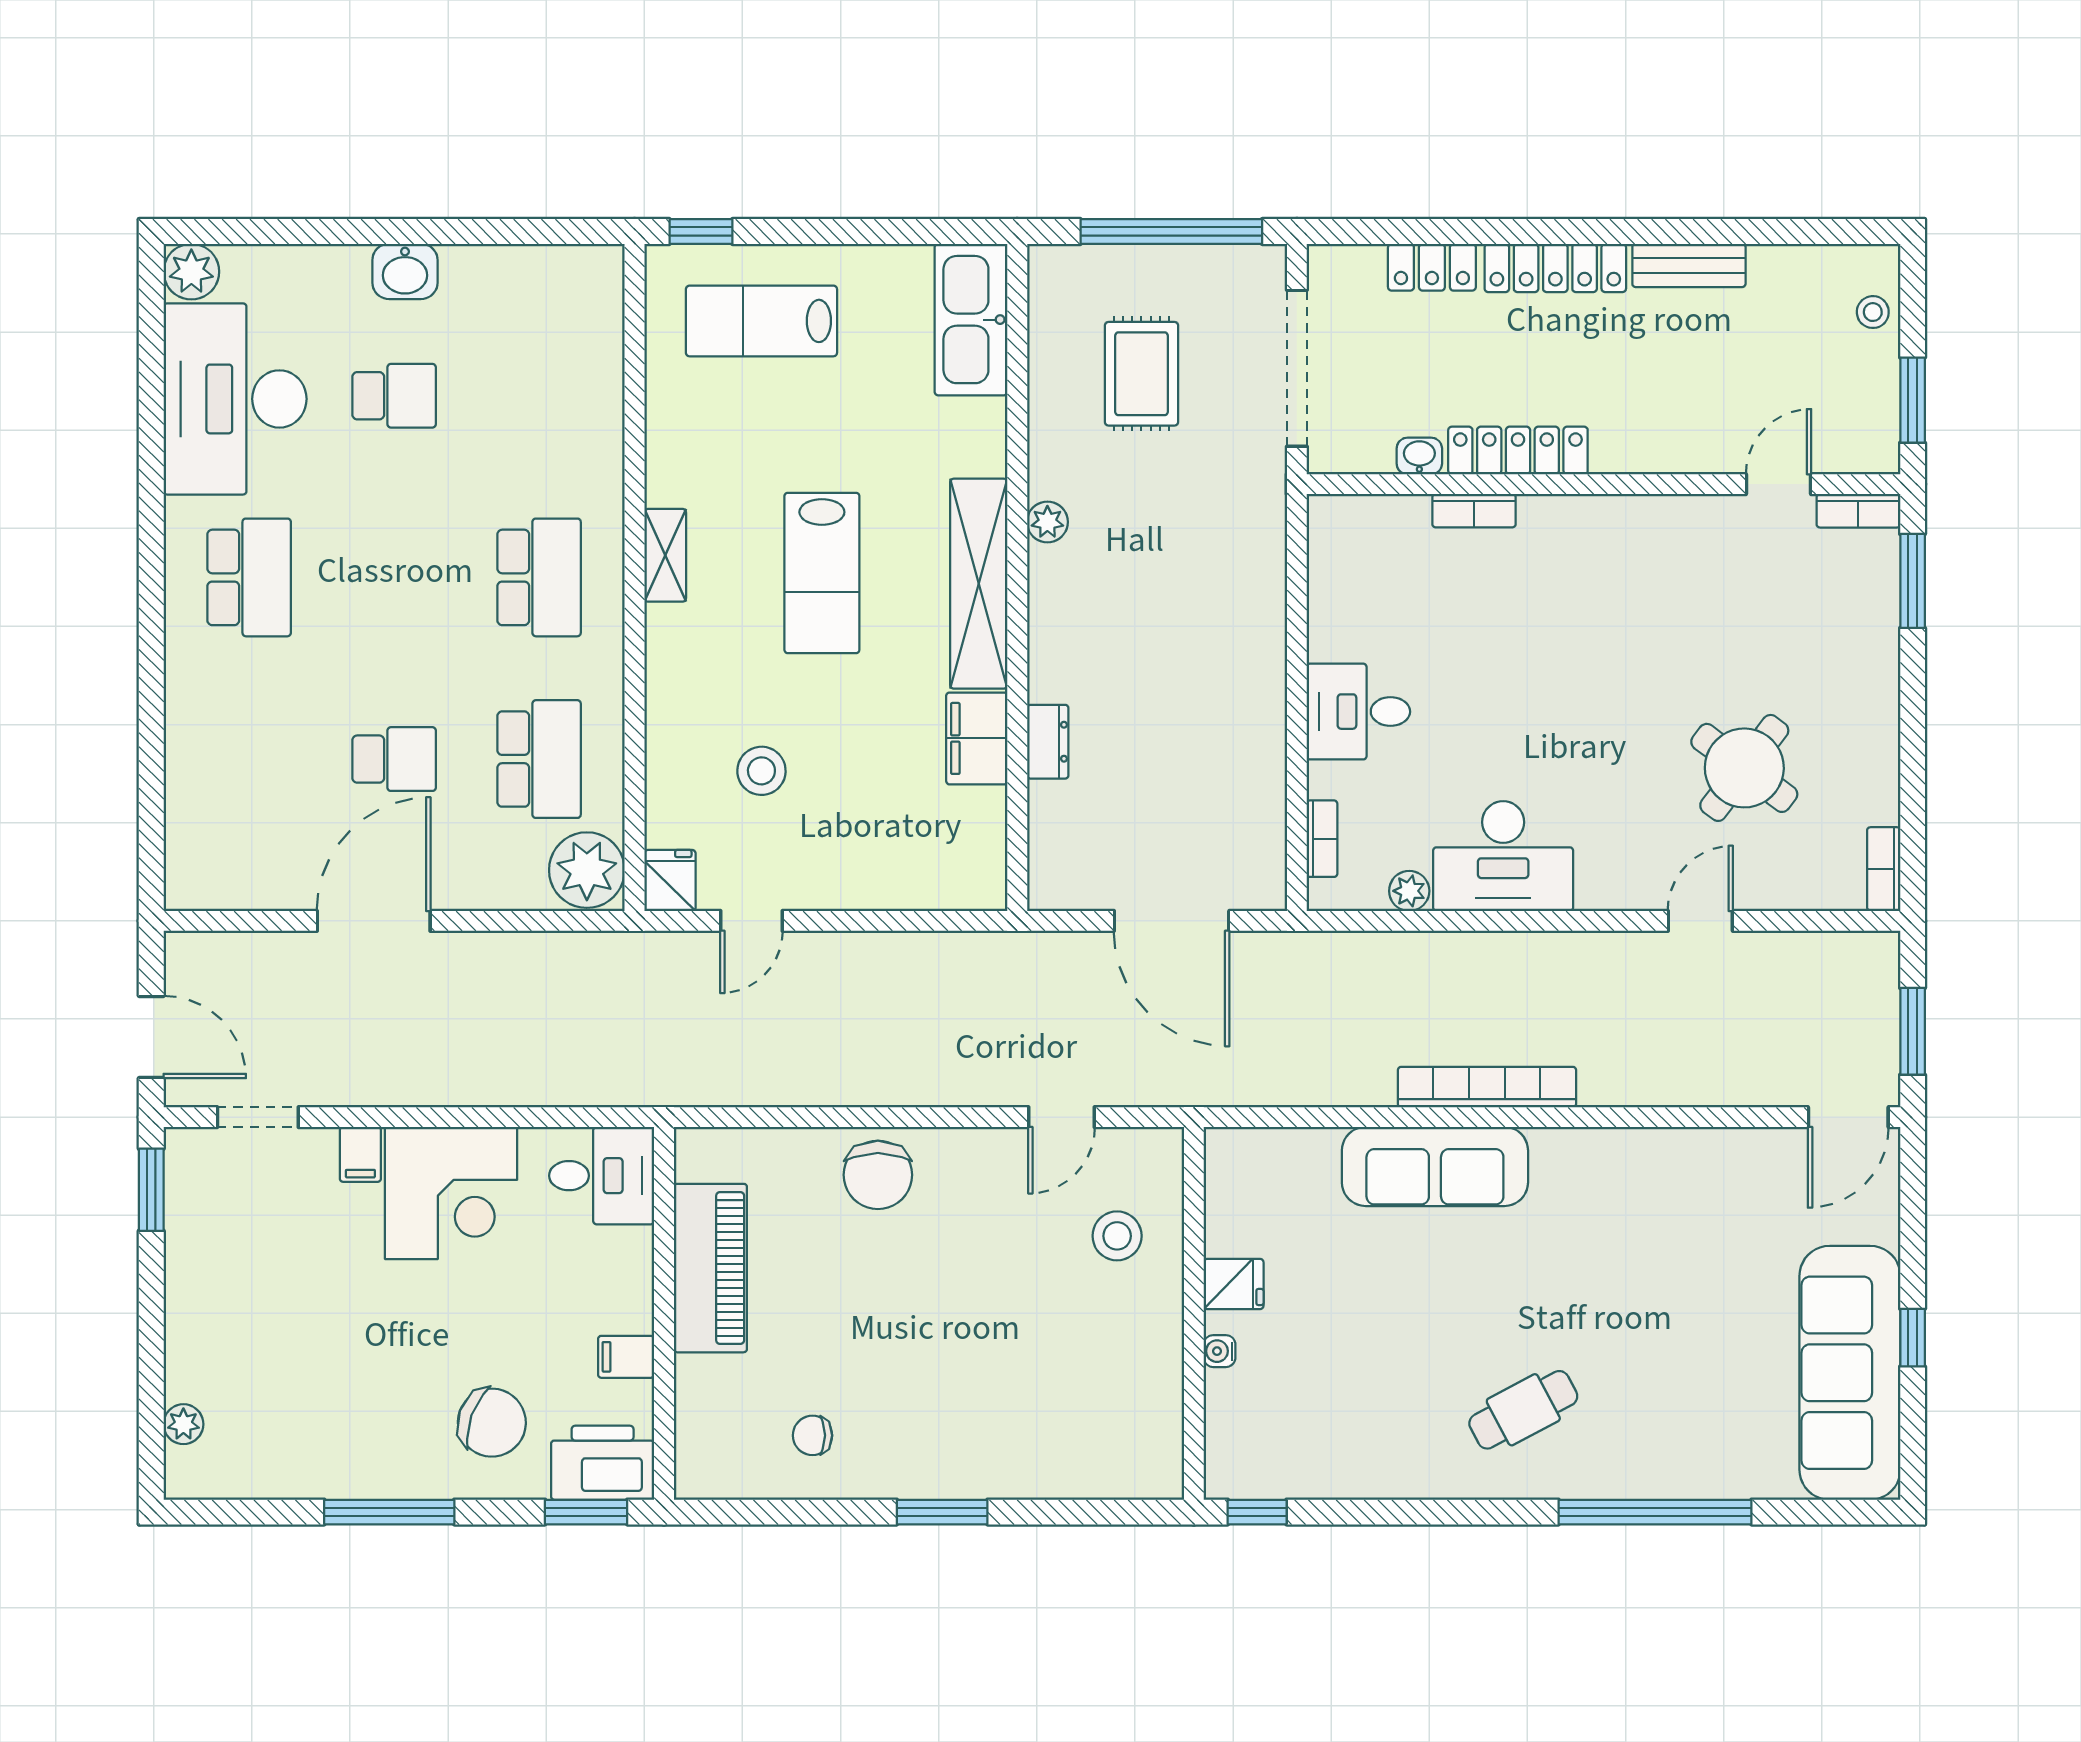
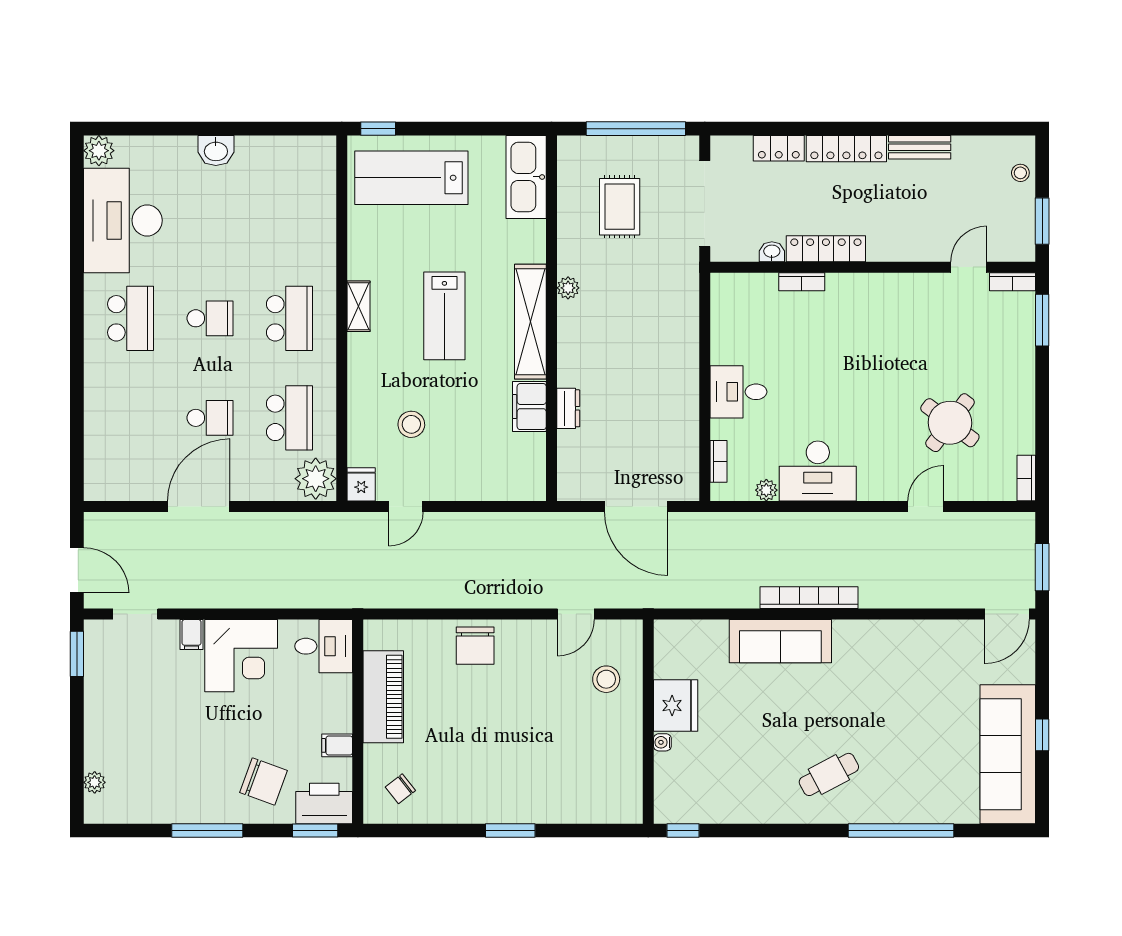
lab bench: (761, 321) -> (411, 178), width x1.36, depth x1.39
school desk: (394, 396) -> (210, 318), moved
fridge: (1234, 1284) -> (676, 706), width x1.88, depth x1.34
chair: (812, 1435) -> (400, 789), moved, turned -38

